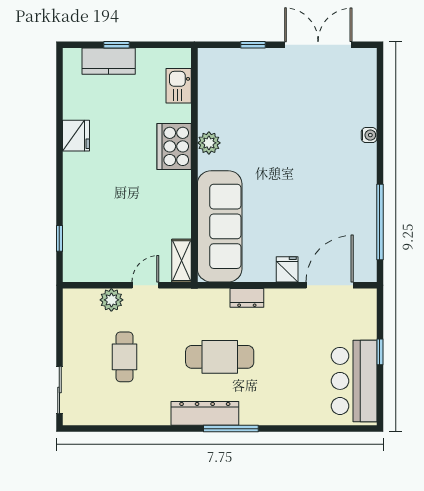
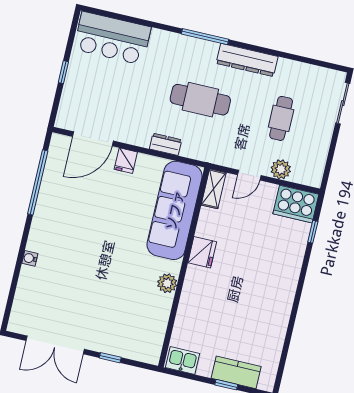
kitchen sink: (179, 86) -> (183, 361), moved, turned -90
fridge: (76, 136) -> (202, 252), moved, turned 180
cooker: (174, 146) -> (296, 204), moved, turned 90
bar counter: (354, 381) -> (112, 38), moved, turned 90
dresser: (205, 413) -> (247, 60), moved

